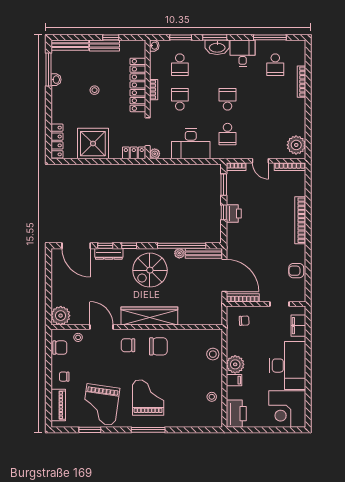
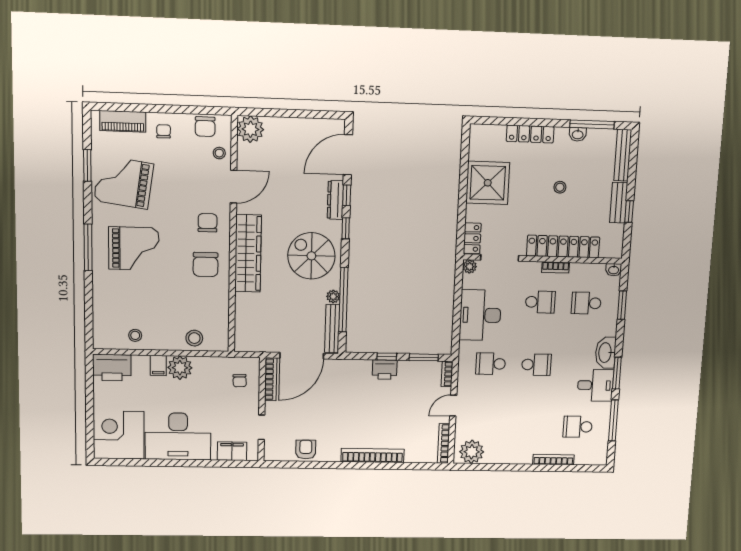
window: (215, 37) -> (617, 373), moved
locker: (57, 141) -> (530, 134), moved

